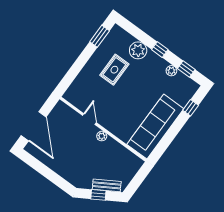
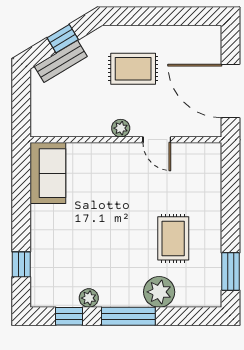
window: (160, 50) -> (128, 316), width x2.17
door: (34, 126) -> (231, 91), moved
sofa: (155, 127) -> (48, 173), width x0.54, depth x0.79
rug: (77, 158) -> (133, 69), added

